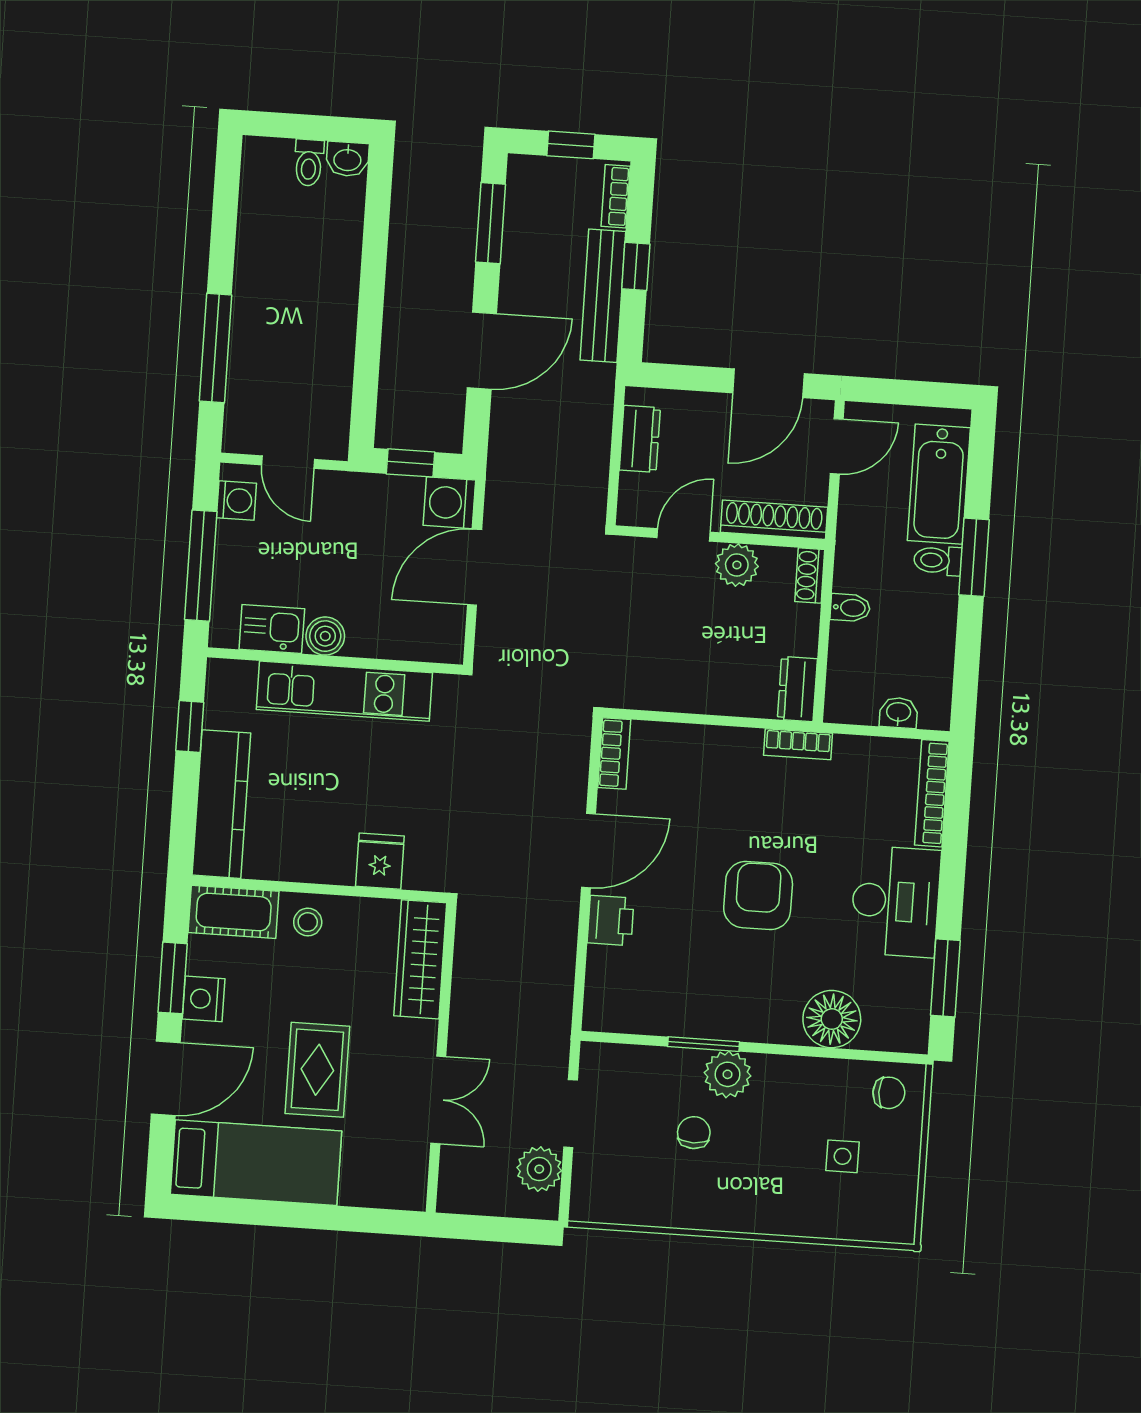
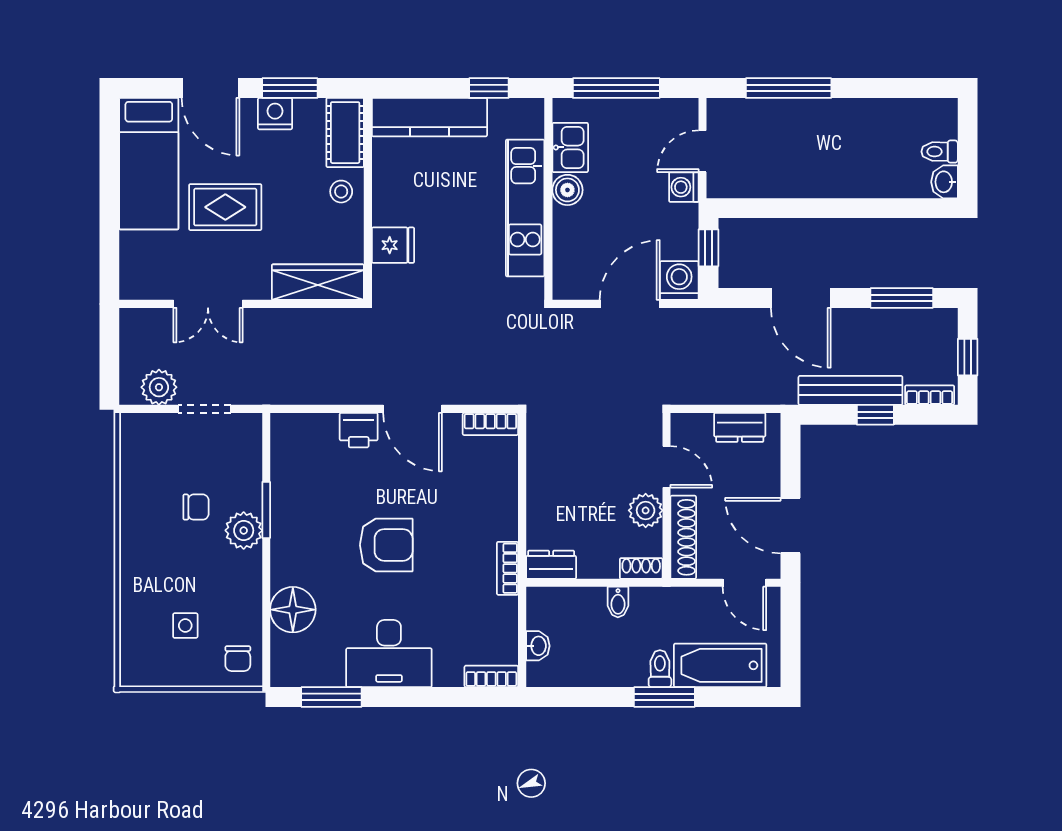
washing machine: (236, 501) -> (684, 187), moved, turned 90
door: (475, 567) -> (630, 304), hinge flipped
bookcase: (932, 793) -> (491, 676), width x0.64

